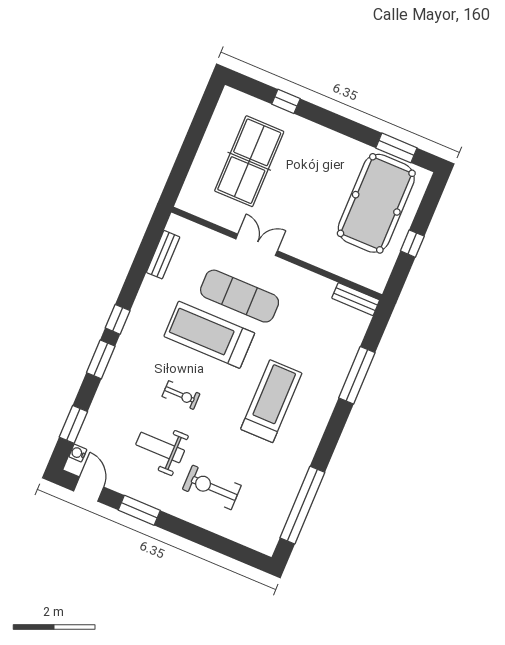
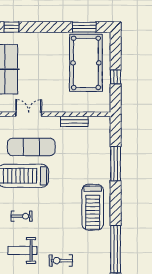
bench: (356, 299) -> (74, 121), moved
treadmill: (271, 401) -> (93, 207), moved, turned 180
exercise bike: (212, 487) -> (61, 261), width x0.73, depth x0.72

